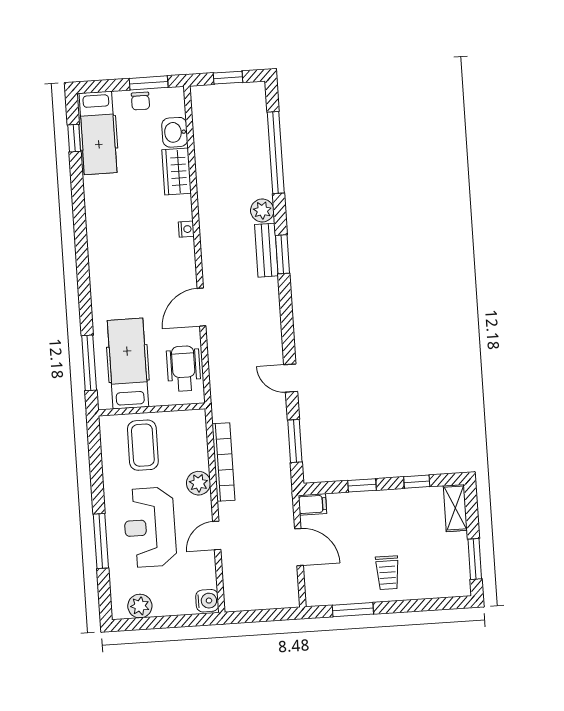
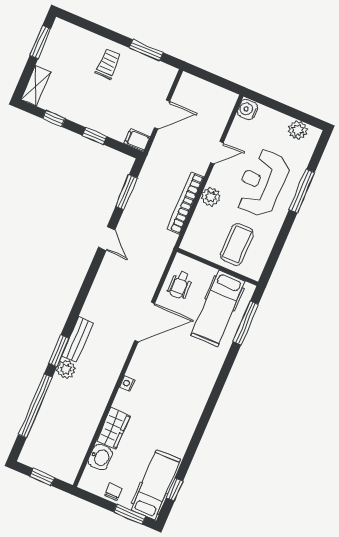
window: (149, 83) -> (130, 514), moved
window: (282, 254) -> (59, 351), moved
door: (202, 307) -> (145, 322), width x1.36
wheelchair: (184, 368) -> (180, 285), width x0.73, depth x0.73
reception desk: (150, 527) -> (262, 183), turned 180
door: (299, 547) -> (162, 115), swing flipped

